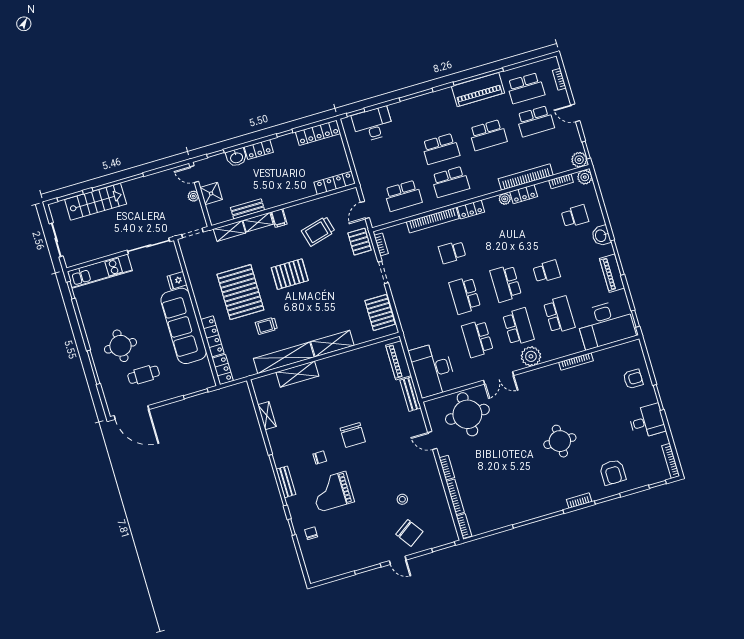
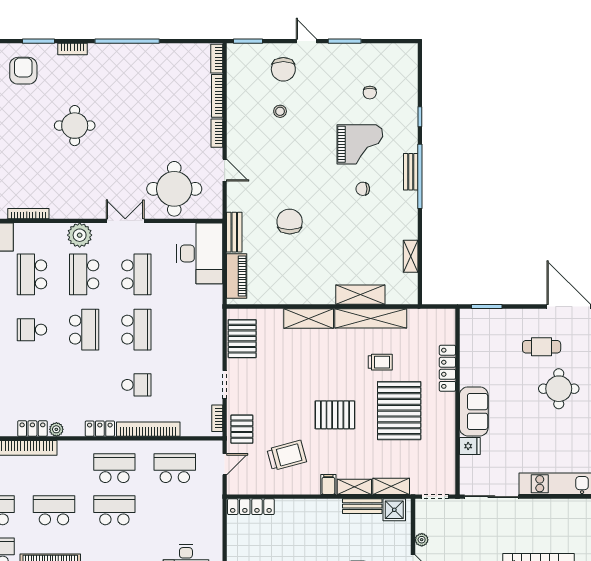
shower: (211, 193) -> (394, 510), moved
sofa: (184, 326) -> (474, 411), width x0.54, depth x0.79
locker: (223, 370) -> (447, 326), removed
chair: (353, 435) -> (290, 222), moved
chair: (311, 533) -> (370, 93), moved
chair: (409, 533) -> (283, 69), turned -145

